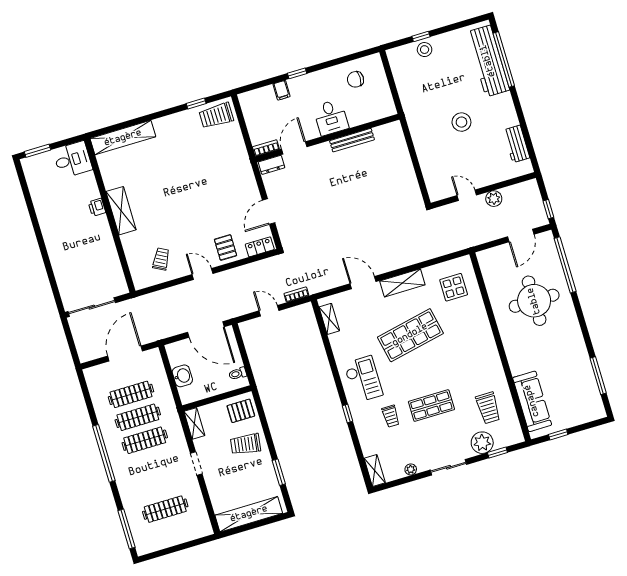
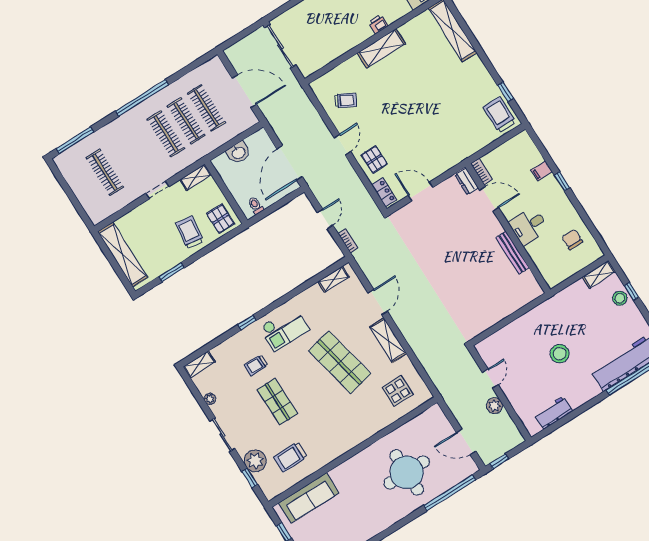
shelving: (396, 63) -> (599, 274), added
pallet: (225, 247) -> (374, 159), turned 90

